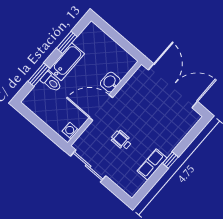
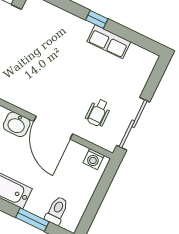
toilet: (51, 82) -> (57, 211), moved
wheelchair: (121, 140) -> (98, 113), moved

